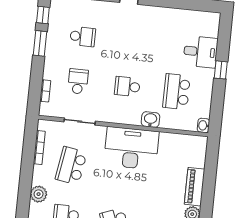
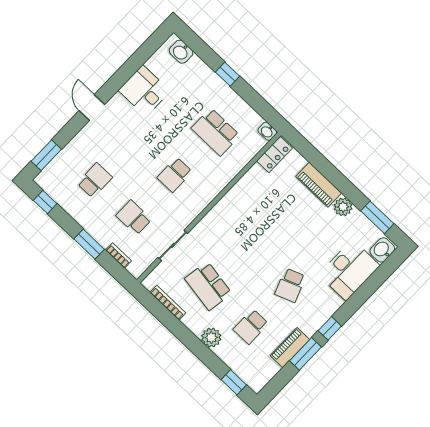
window: (40, 43) -> (89, 244), moved
desk: (201, 52) -> (144, 91), moved, turned -90
washbasin: (150, 120) -> (181, 52), moved, turned -90
locker: (192, 142) -> (274, 155), added
desk: (131, 148) -> (236, 216), removed

